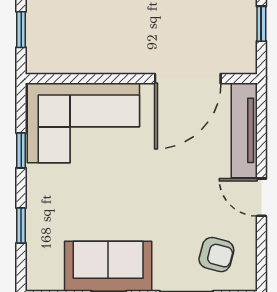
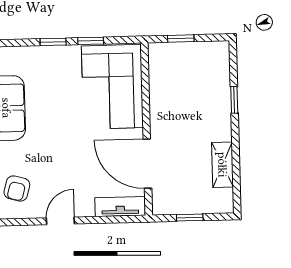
tv unit: (244, 130) -> (120, 206), width x0.71
window: (21, 225) -> (53, 42), moved

